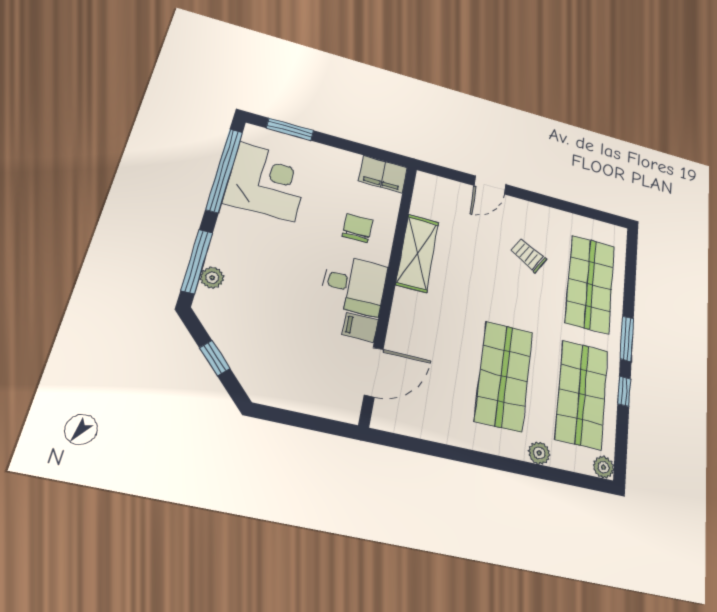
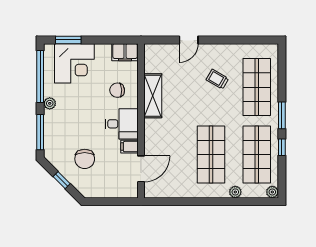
corner desk: (267, 182) -> (74, 63), moved, turned 90
chair: (357, 228) -> (117, 90), turned -93
plant: (212, 278) -> (50, 103), moved
chair: (271, 329) -> (85, 159), added

